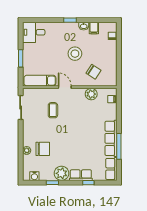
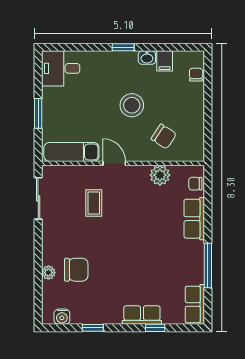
row of seats: (111, 138) -> (194, 219), moved, width x0.68
plant: (62, 173) -> (109, 312), removed

